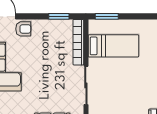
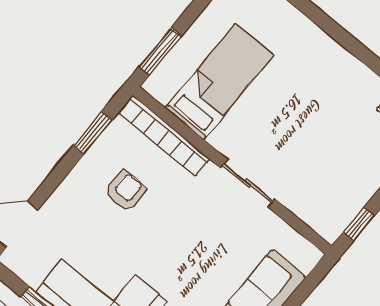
armchair: (23, 29) -> (125, 191), moved
sliding door: (86, 85) -> (248, 183), width x0.73

